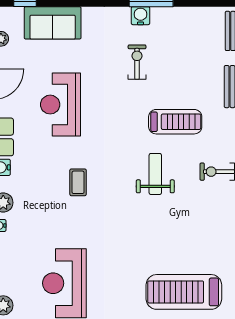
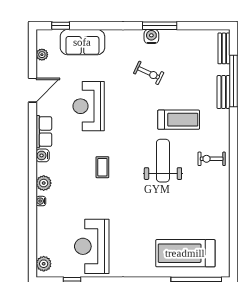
exercise bike: (137, 62) -> (149, 73), turned 115
weight bench: (155, 174) -> (163, 161), width x1.36, depth x1.33

